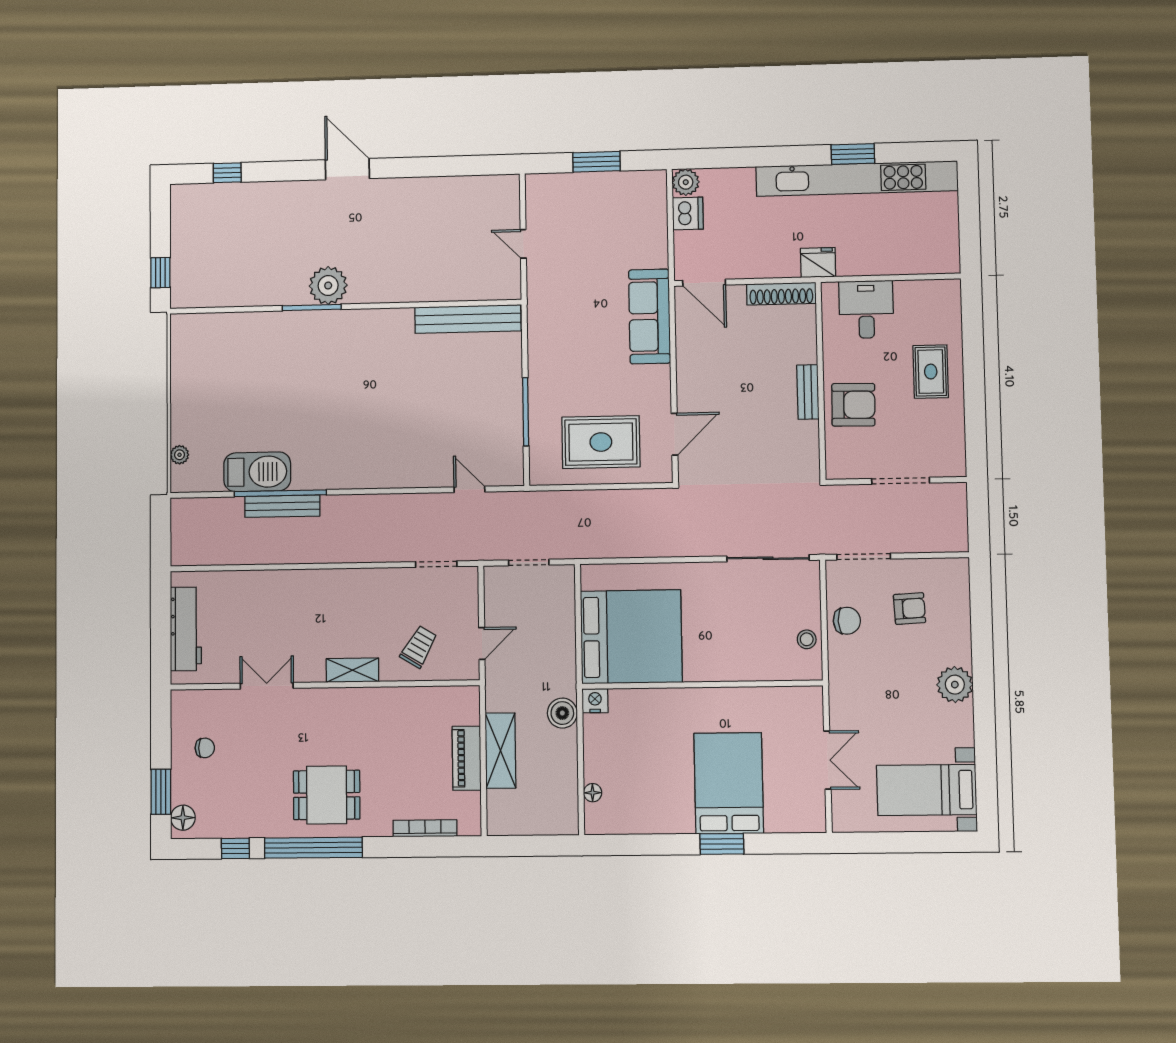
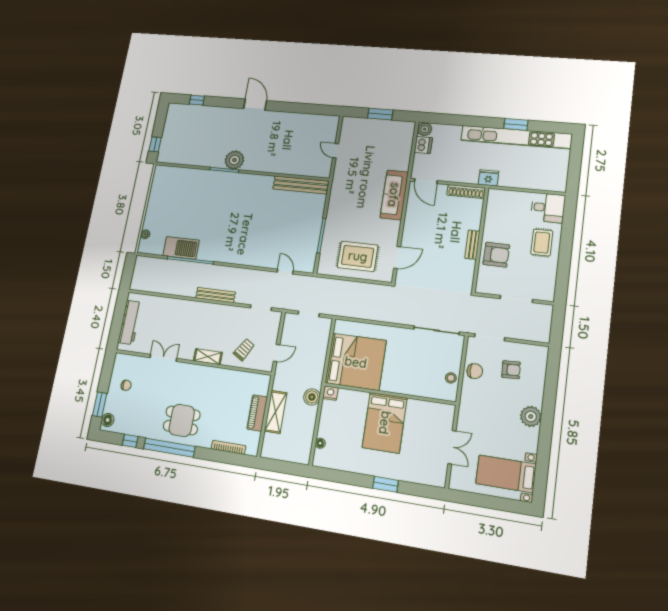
desk: (866, 309) -> (548, 208), moved, turned 90
bench: (282, 506) -> (215, 295), moved
bed: (729, 783) -> (385, 423), moved, turned 180

